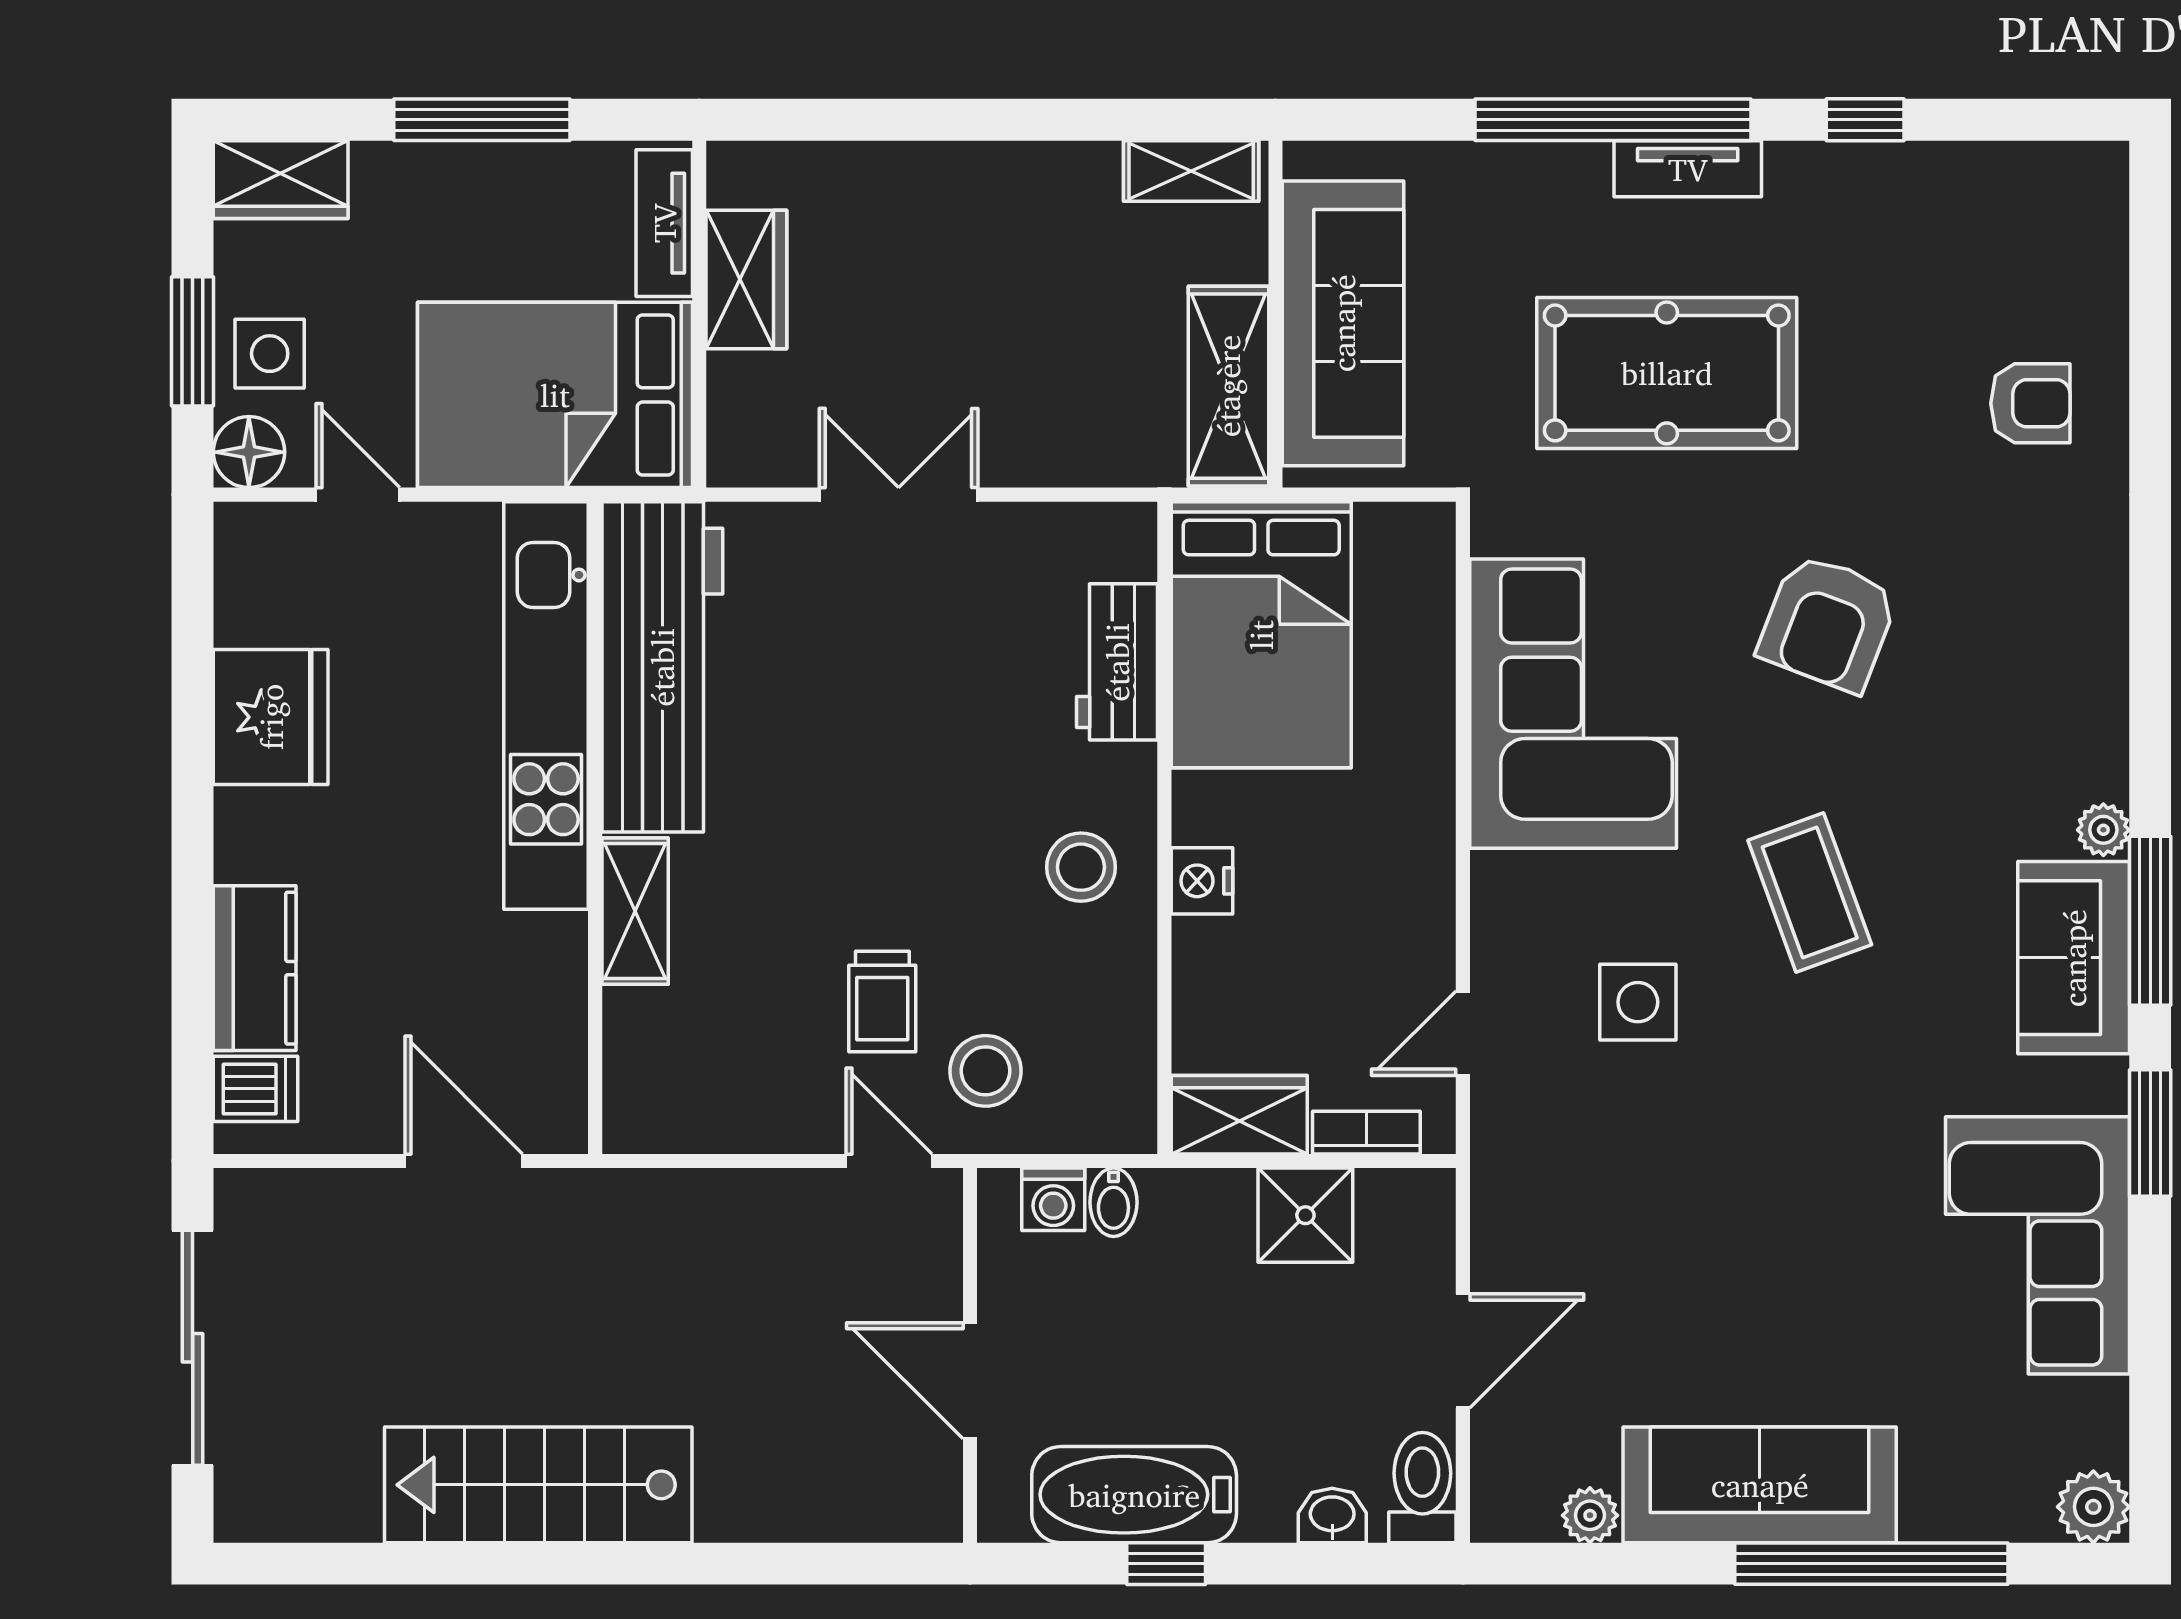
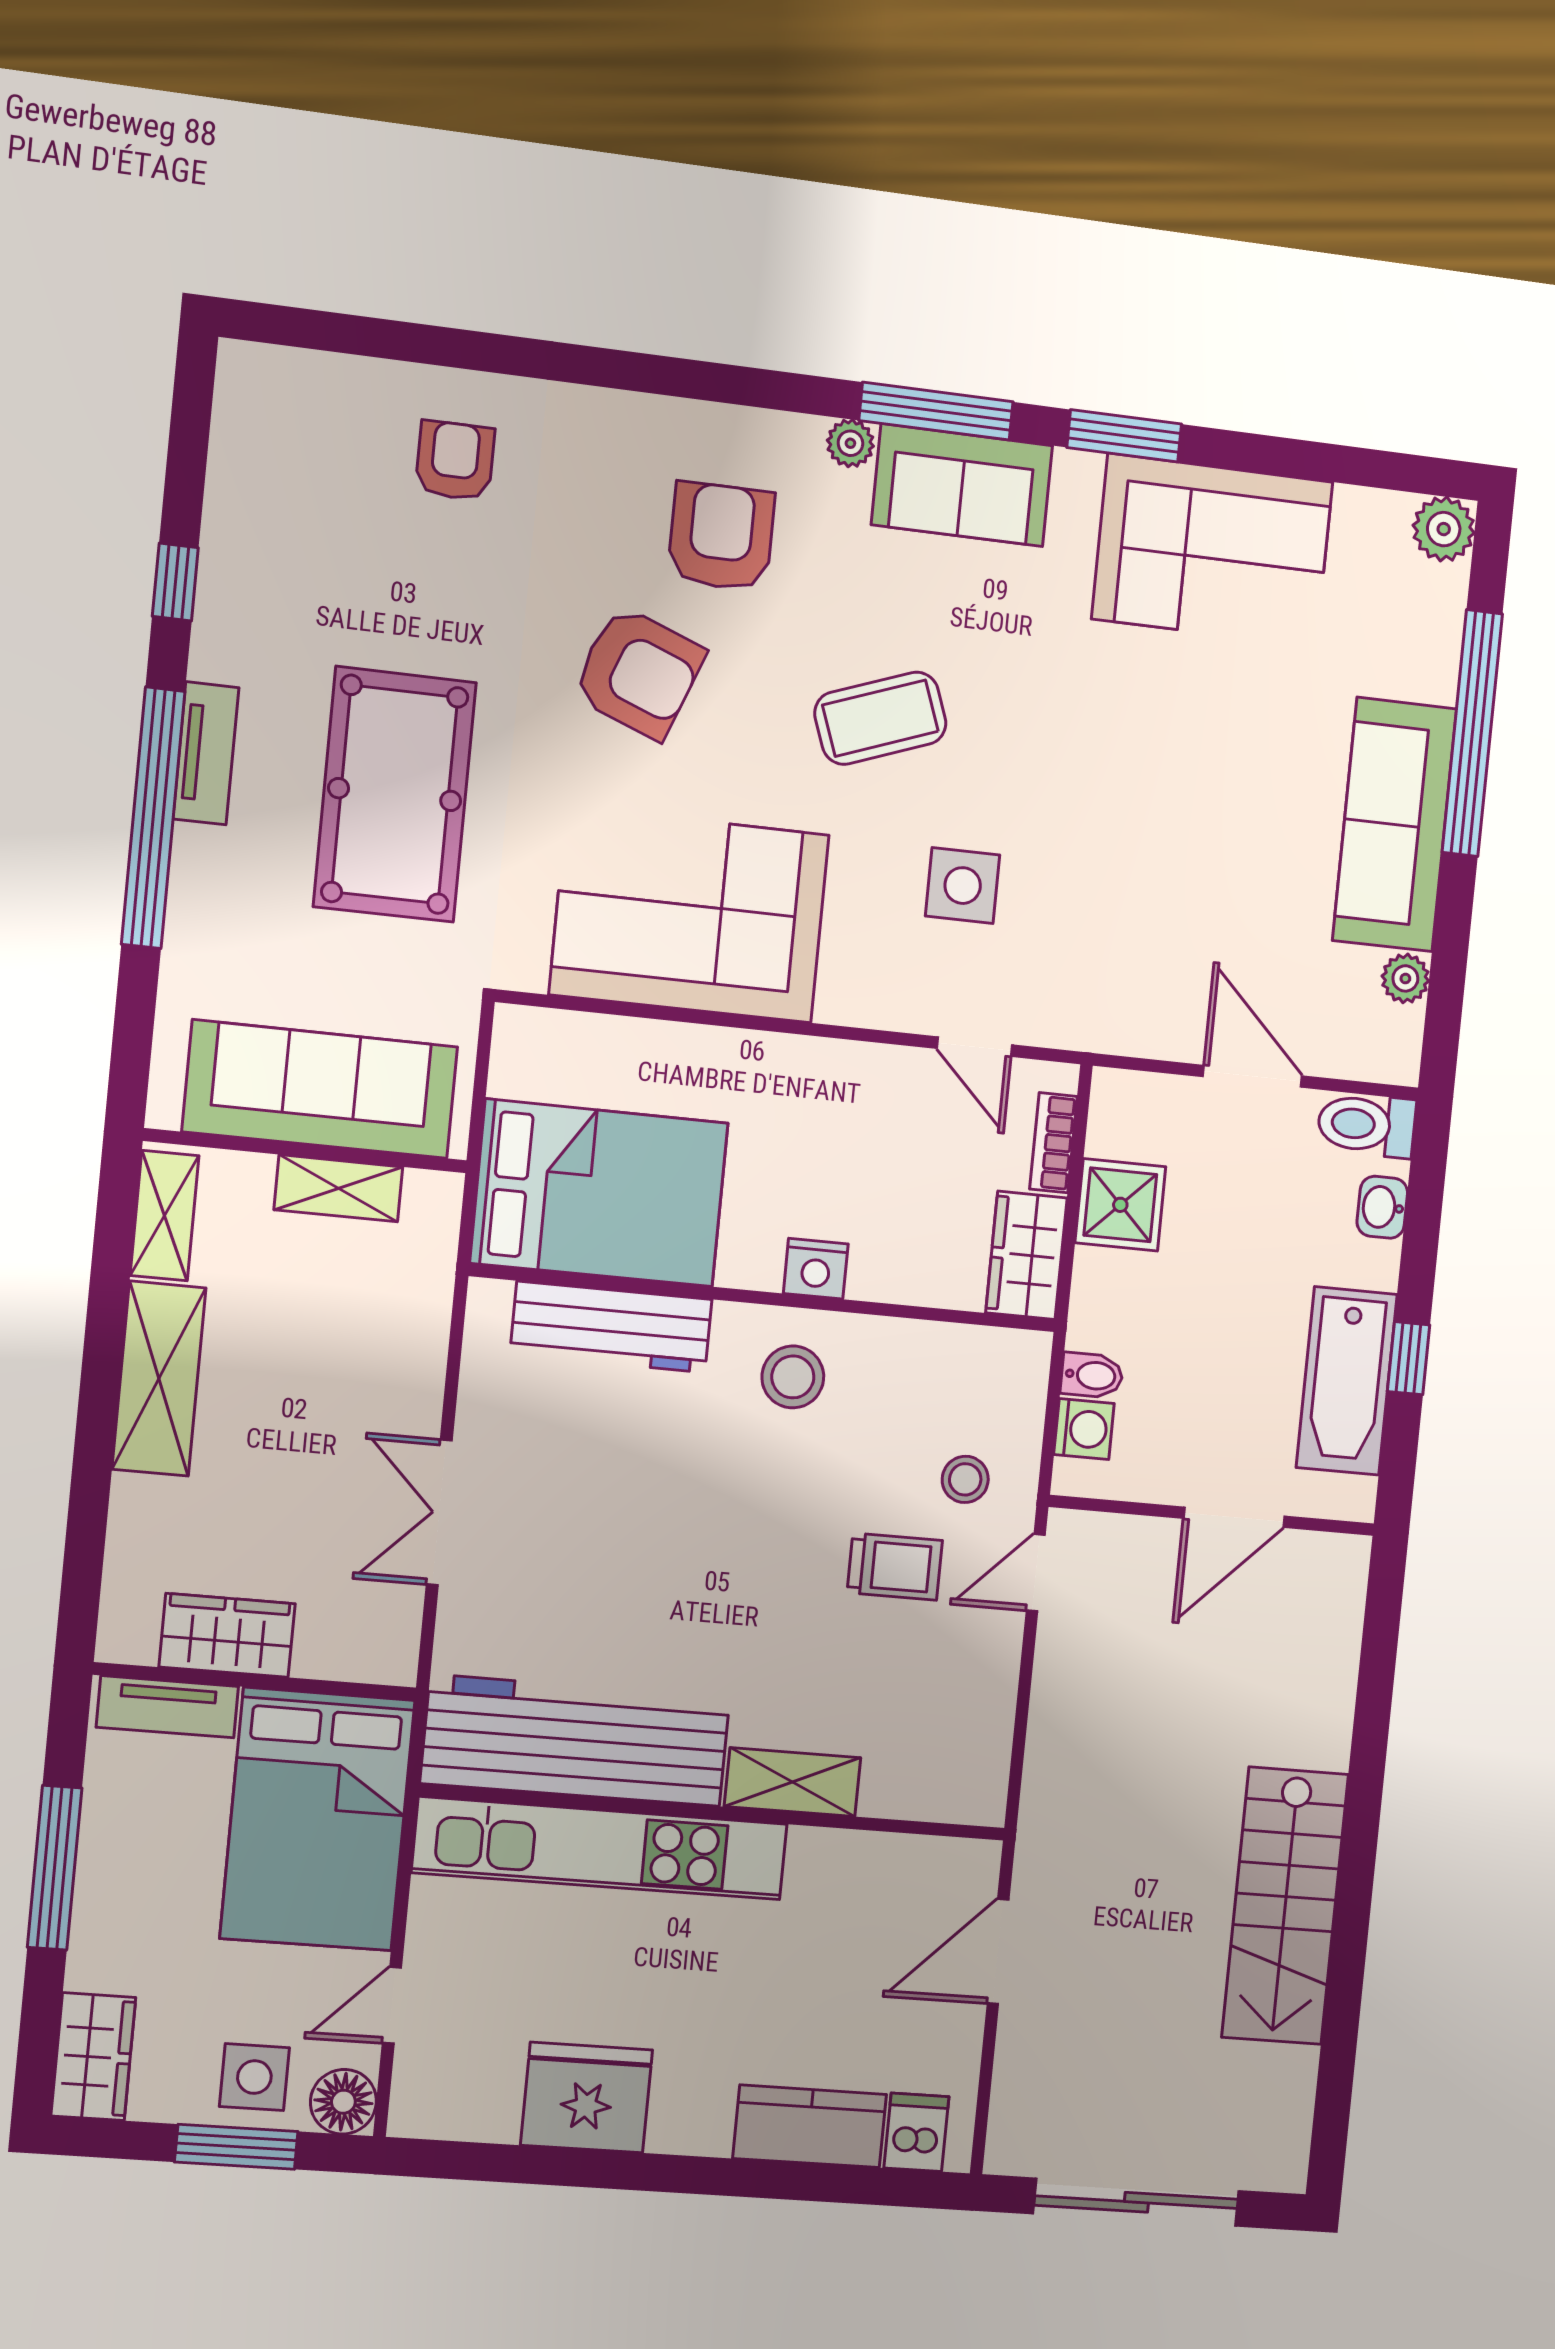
shelving: (1016, 181) -> (159, 1379), added
shelving: (1228, 386) -> (338, 1188), width x0.67, depth x0.75
workbench: (1117, 662) -> (611, 1327), width x1.38
armchair: (1985, 698) -> (721, 536), added
stool: (986, 1071) -> (965, 1479), width x0.73, depth x0.73

